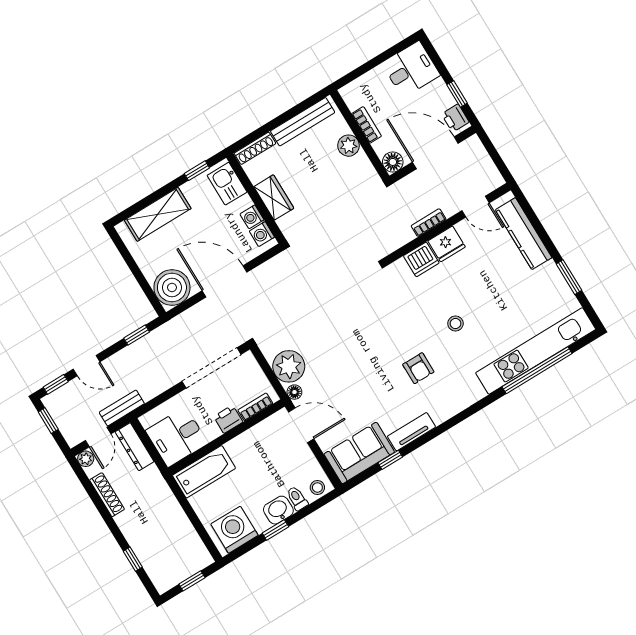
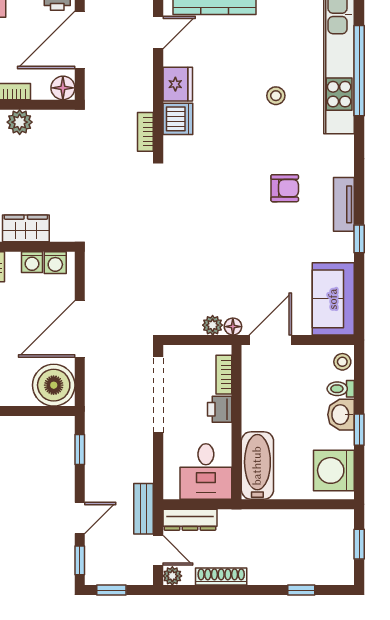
bookcase: (429, 223) -> (145, 132), moved
stool: (455, 323) -> (276, 96), moved
plant: (289, 366) -> (213, 325), width x0.53, depth x0.53
tv unit: (411, 432) -> (344, 204), moved
window: (390, 460) -> (359, 239), moved

